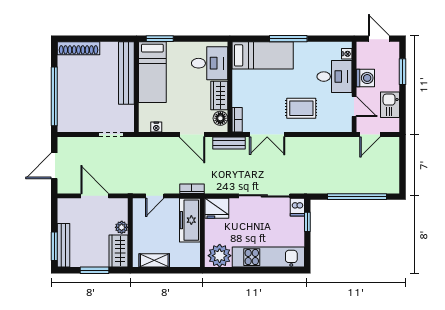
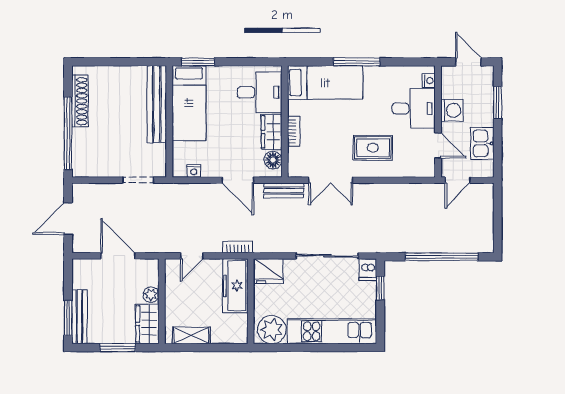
shoe rack: (78, 48) -> (80, 101), moved, turned -90
bookcase: (237, 120) -> (294, 131), moved

